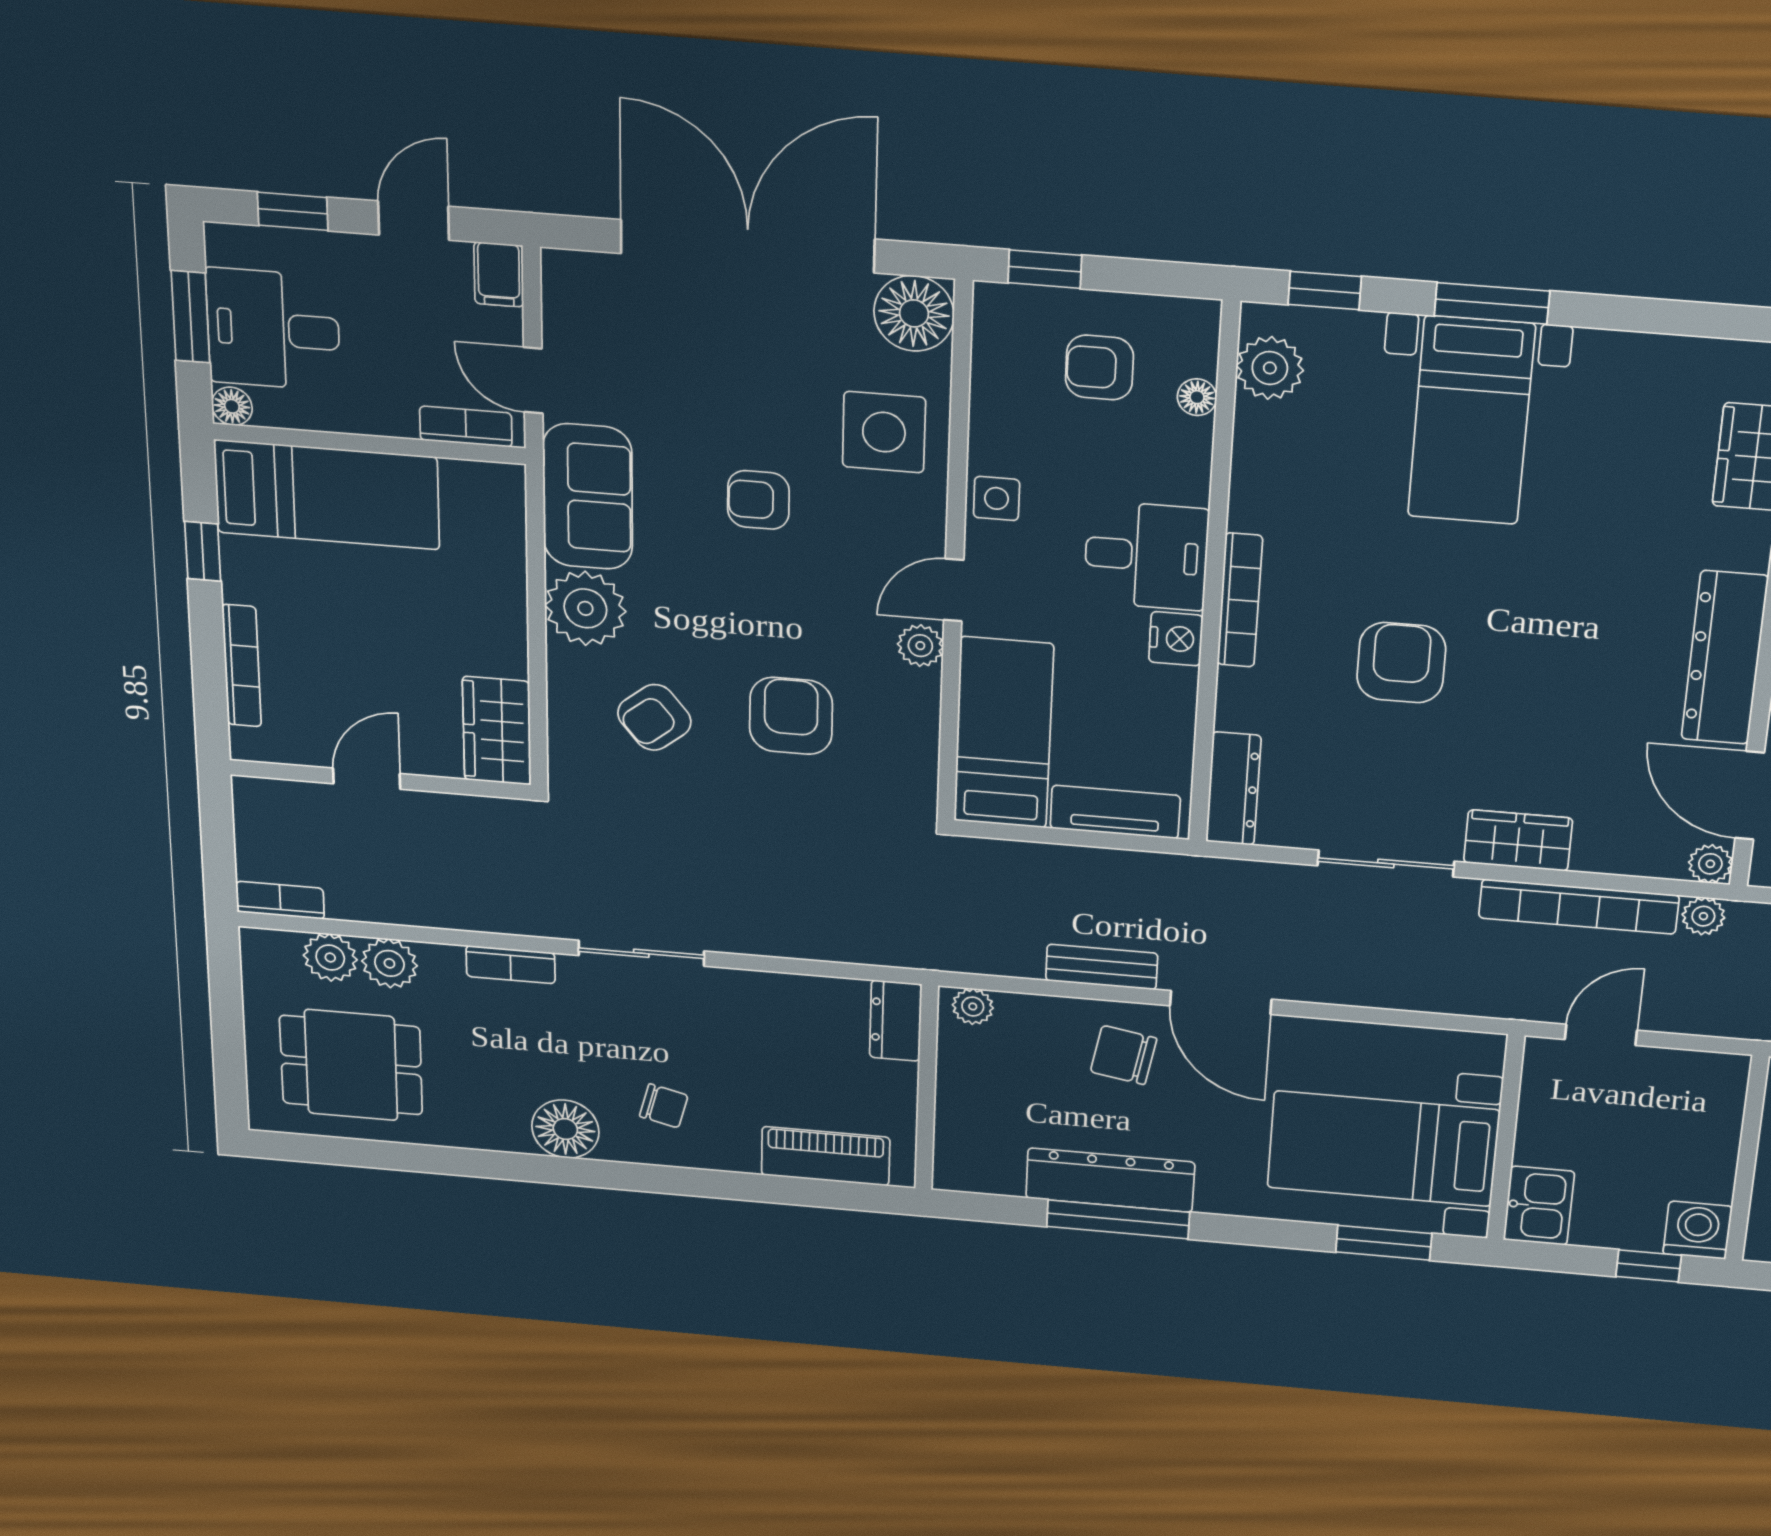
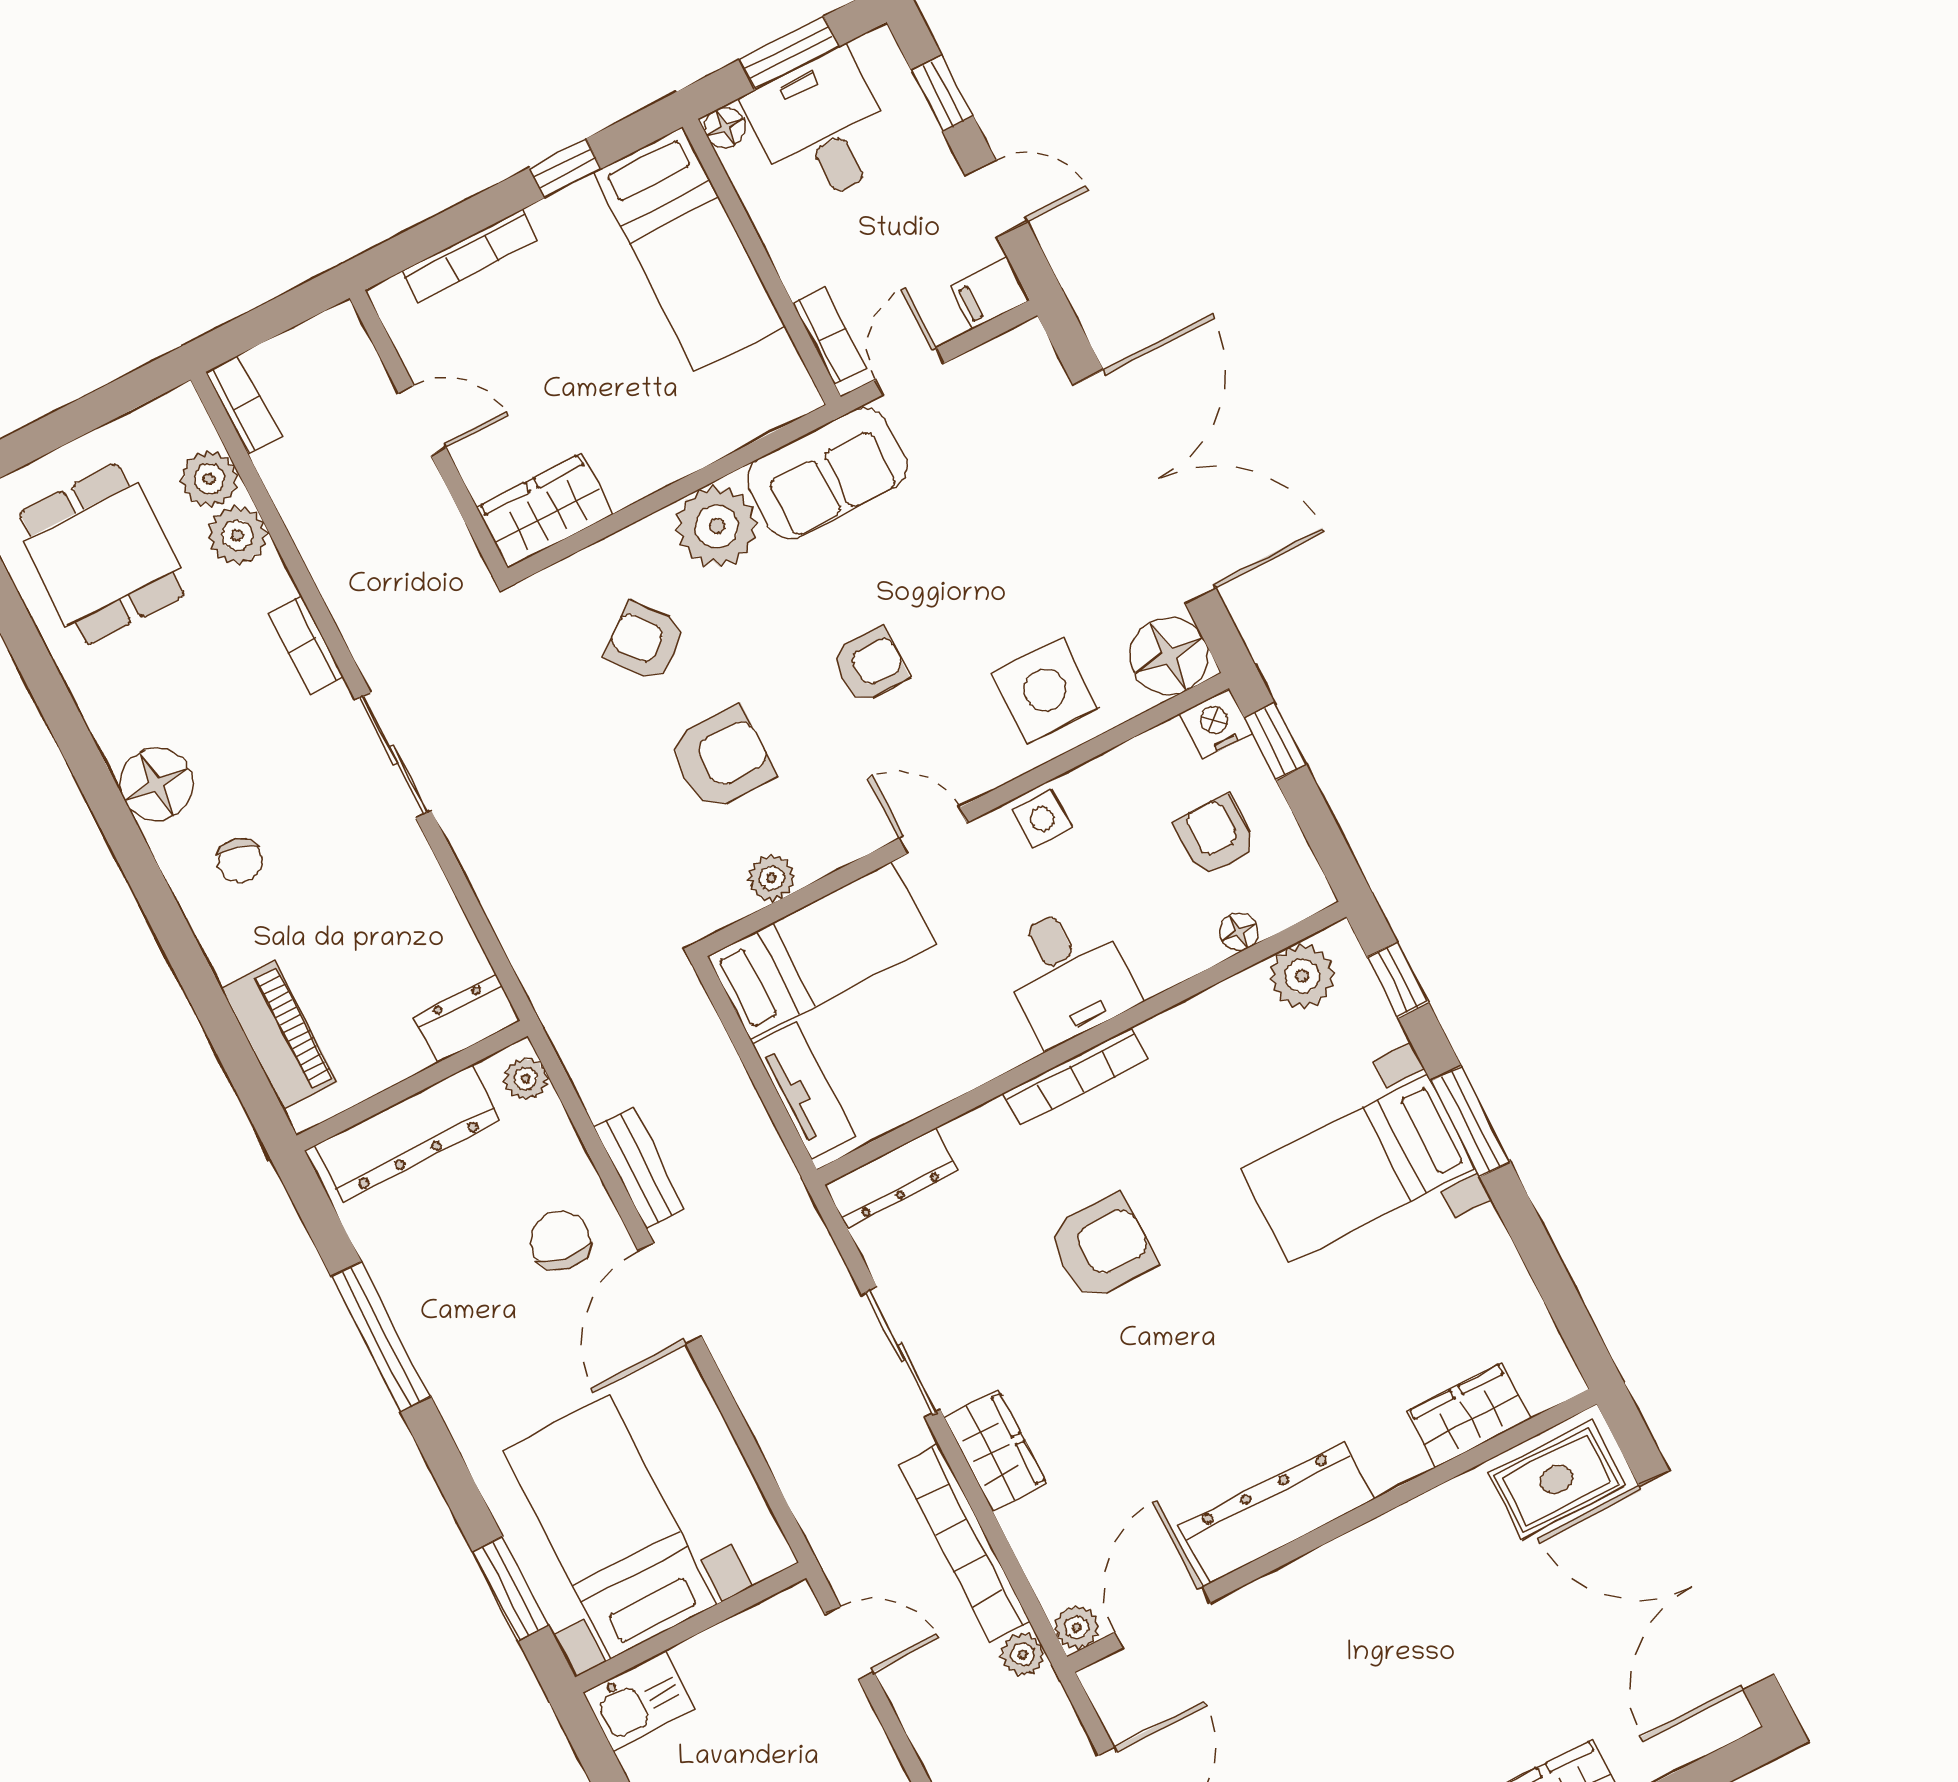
armchair: (758, 500) -> (869, 665), moved, turned 90
nightstand: (1176, 639) -> (1216, 724), moved, turned 180
plant: (920, 646) -> (772, 878), moved
dresser: (1110, 1180) -> (407, 1133), moved, turned 90

